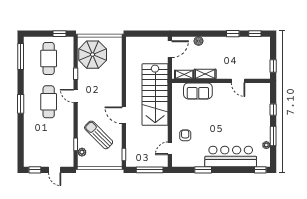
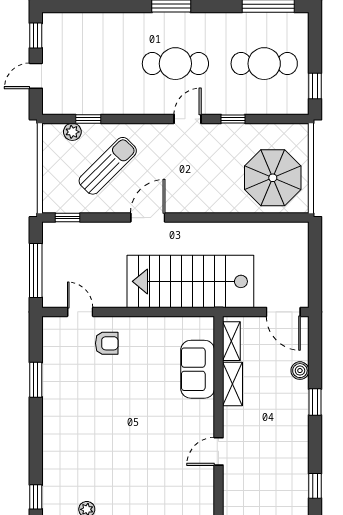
window: (233, 34) -> (315, 402), moved
parasol: (93, 55) -> (273, 178), moved
bar counter: (231, 157) -> (63, 436), removed

